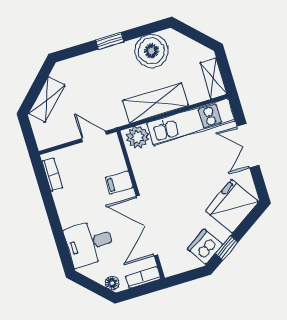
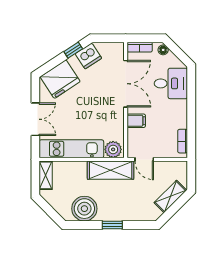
shelving: (155, 103) -> (111, 170), moved

